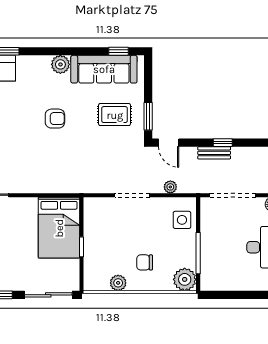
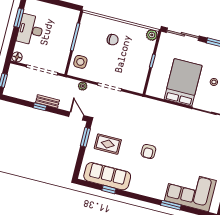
window: (119, 51) -> (109, 189), moved
plant: (60, 64) -> (136, 187), removed
armchair: (55, 119) -> (148, 151), turned -90
bed: (59, 228) -> (183, 82), moved
plant: (185, 279) -> (89, 21), removed
plant: (118, 283) -> (152, 35), moved

